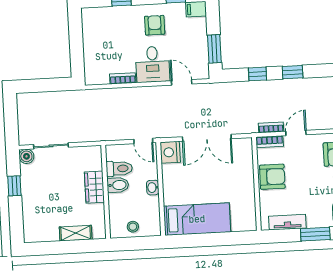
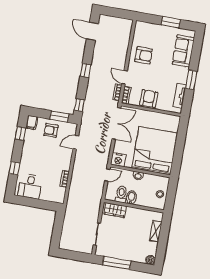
armchair: (155, 25) -> (51, 130), moved
desk: (153, 64) -> (30, 186), moved, turned 90
window: (258, 74) -> (79, 105), moved
double door: (207, 138) -> (116, 123), moved
boiler: (26, 156) -> (150, 260), moved
window: (14, 186) -> (117, 263), width x2.17
wardrobe: (94, 187) -> (115, 210), moved
bed: (197, 219) -> (155, 151), width x2.04

